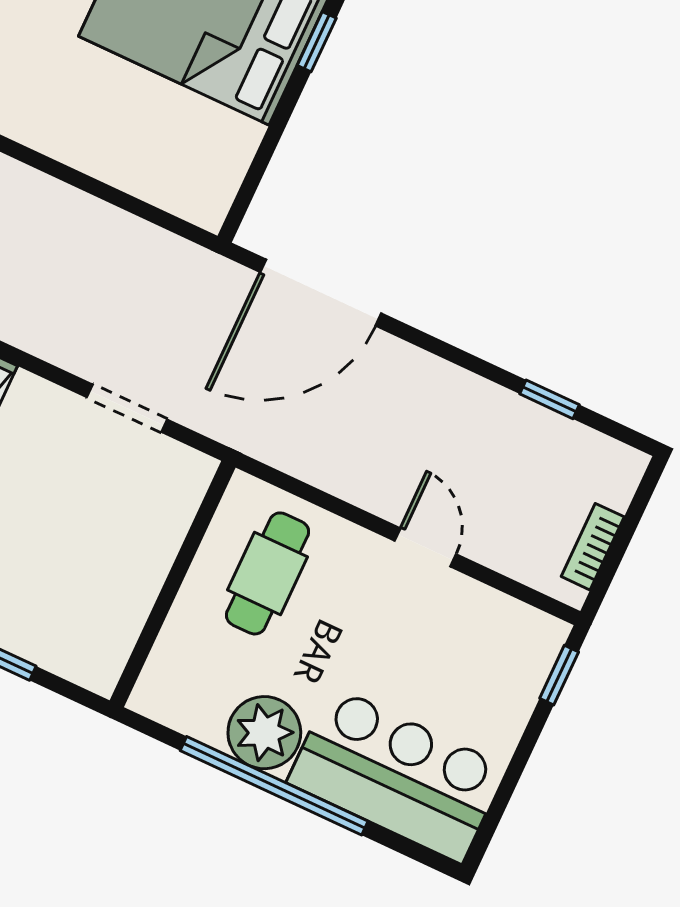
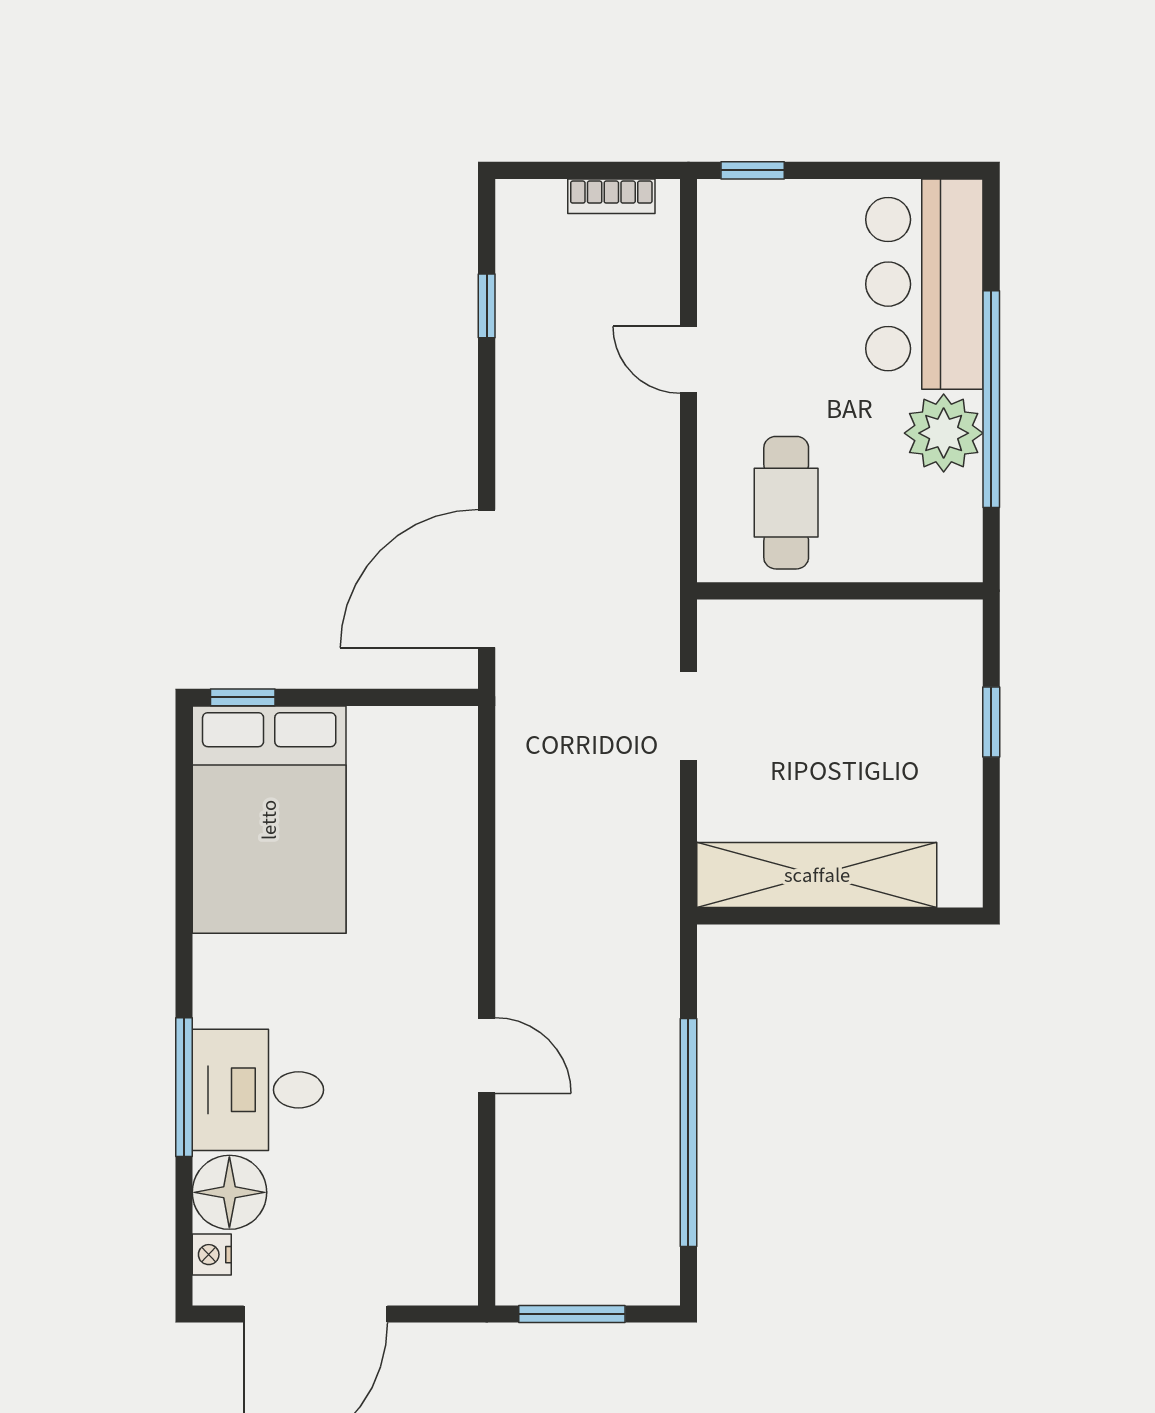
door: (321, 293) -> (487, 579), swing flipped
door: (425, 547) -> (688, 360), hinge flipped
cafe table: (267, 573) -> (786, 503), turned 90

